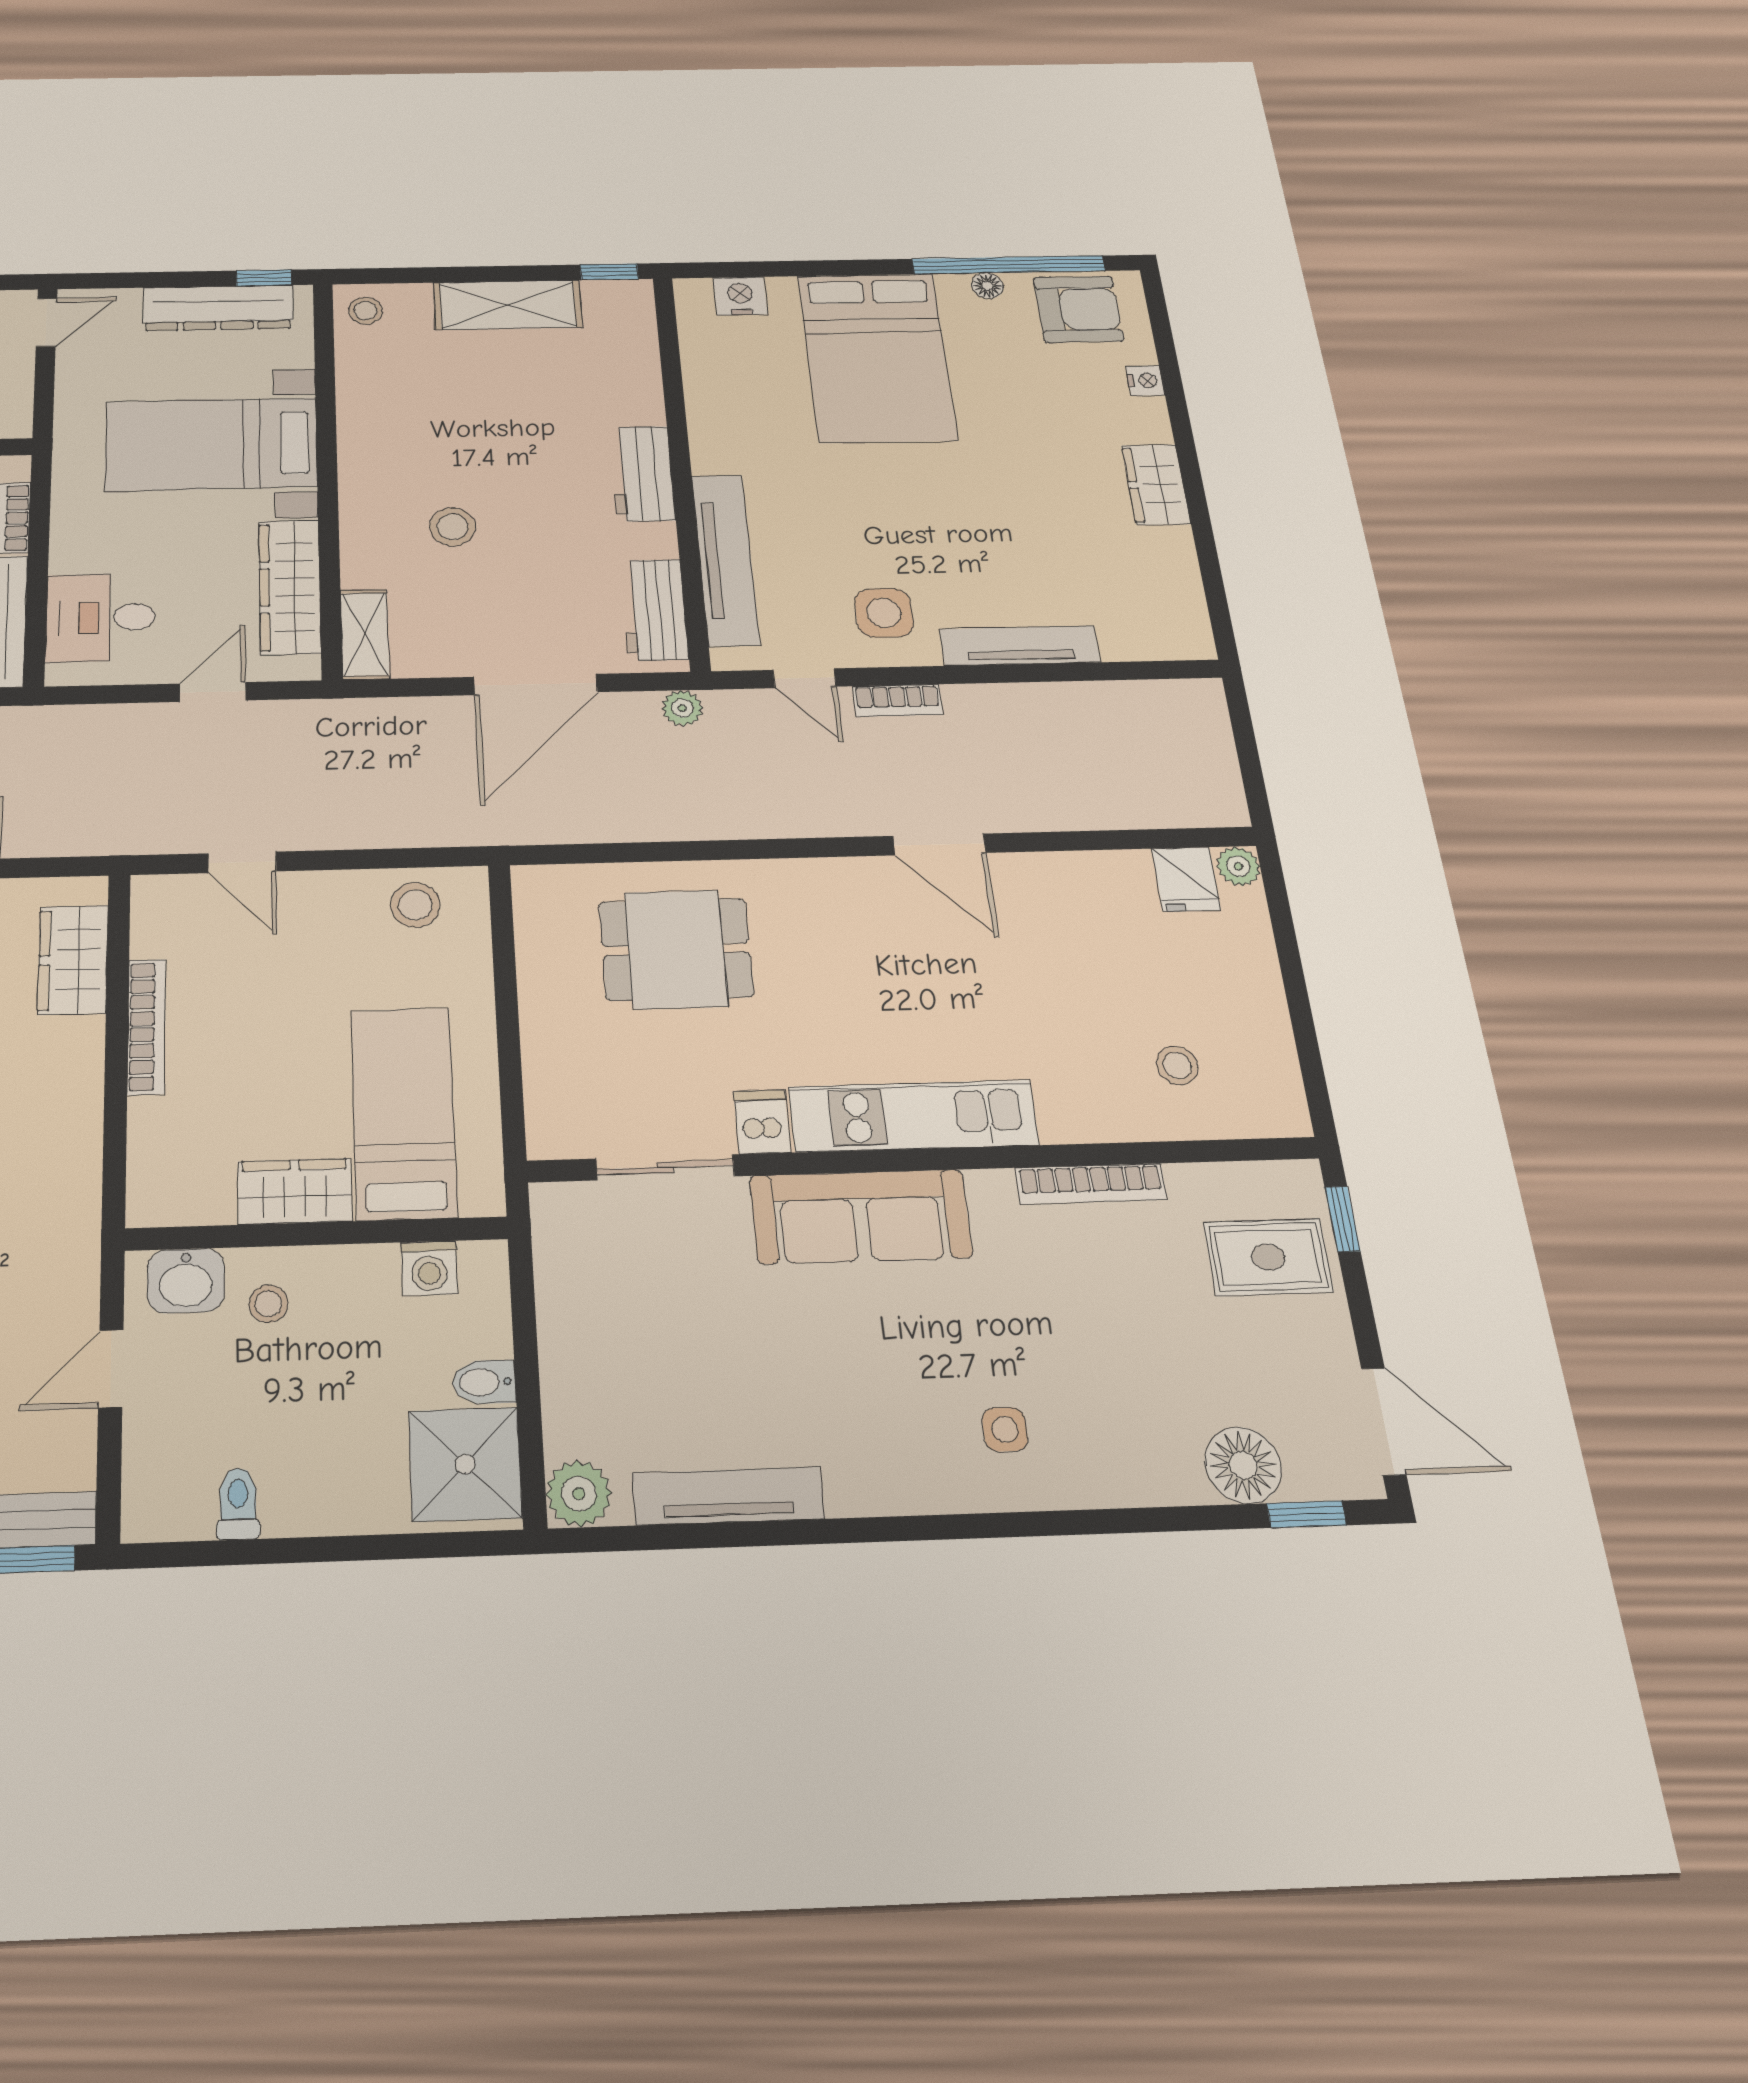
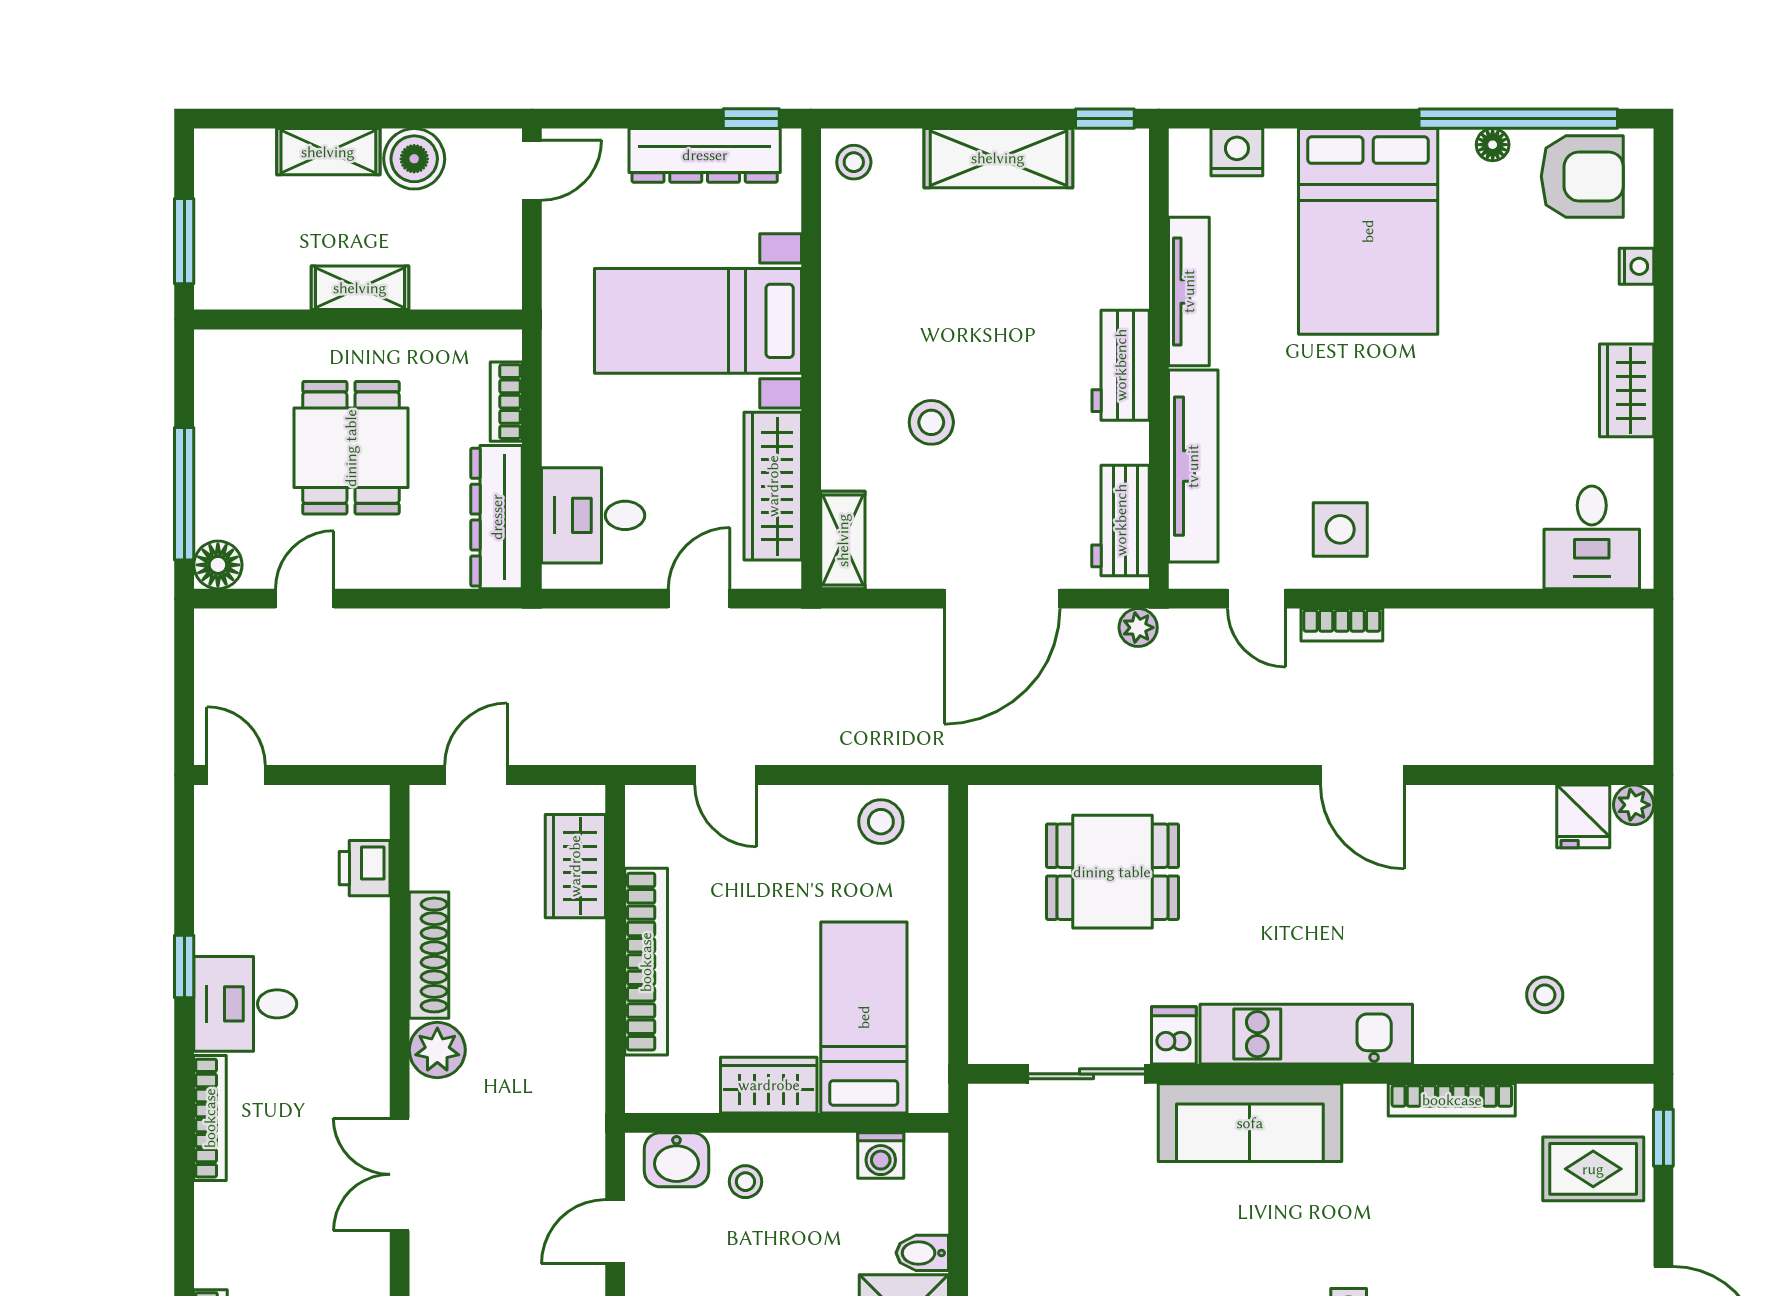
desk: (1145, 614) -> (1592, 537), added
tv unit: (1020, 646) -> (1189, 291), moved, turned 90
bookcase: (147, 1026) -> (646, 962), width x1.48, depth x1.31

